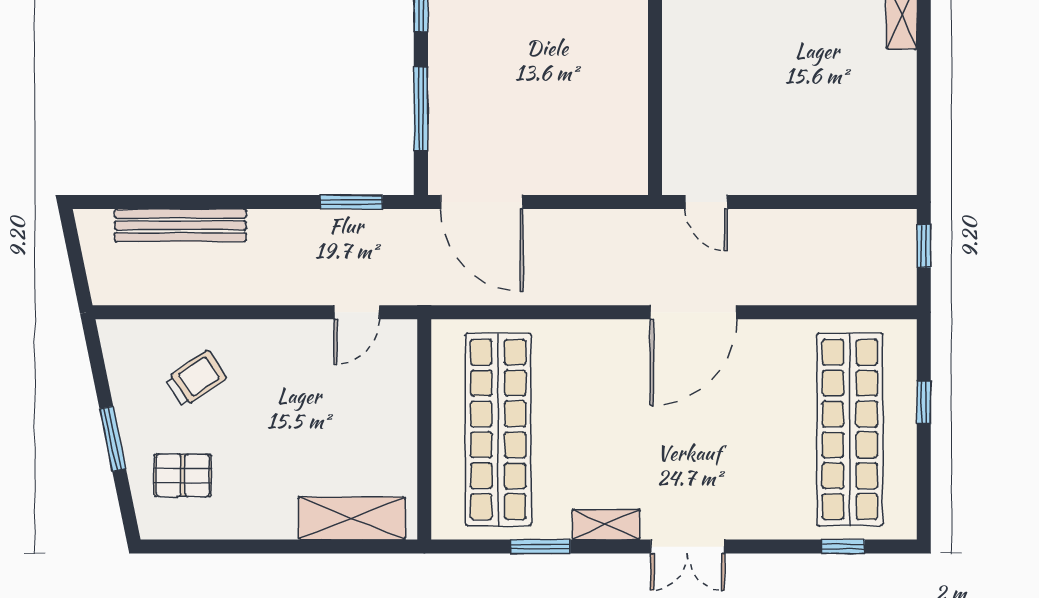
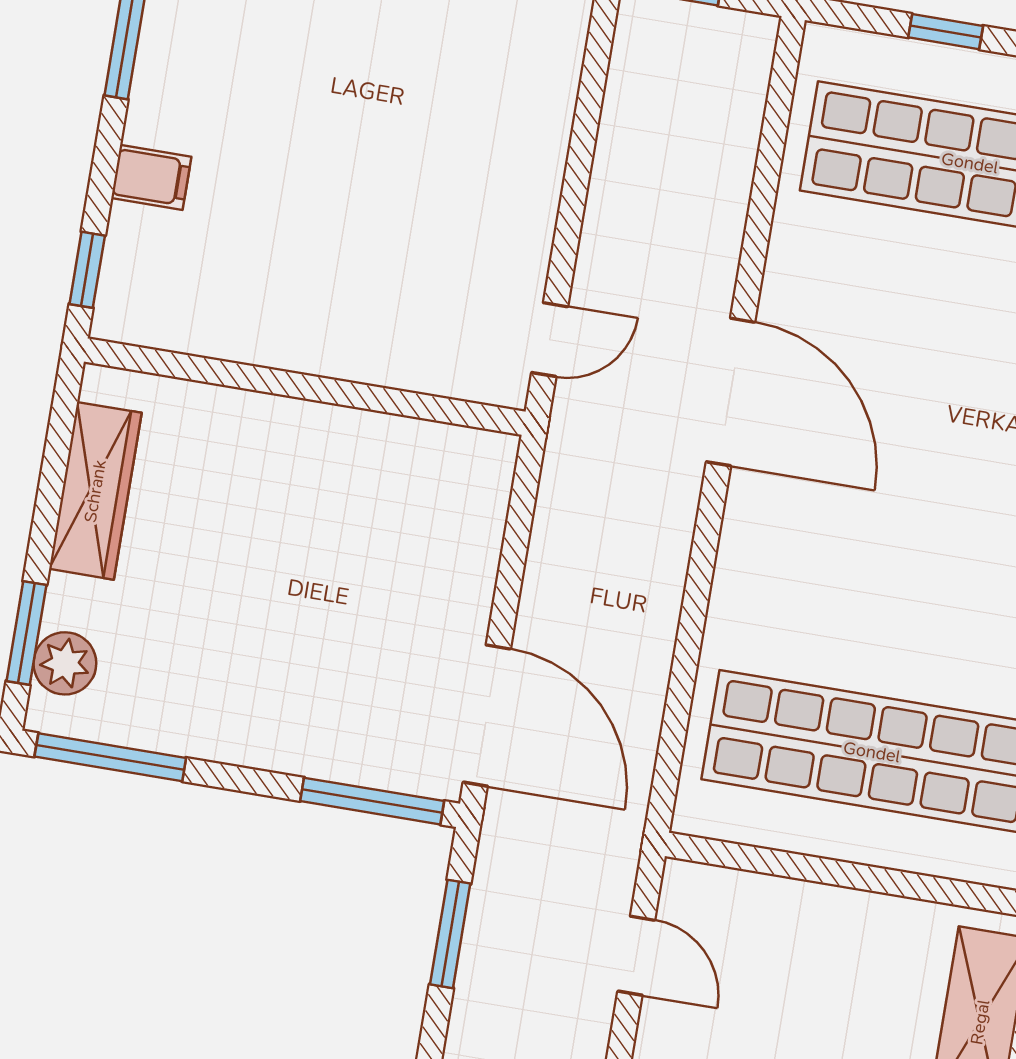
window: (421, 109) -> (372, 801), moved
door: (482, 202) -> (487, 716), hinge flipped

